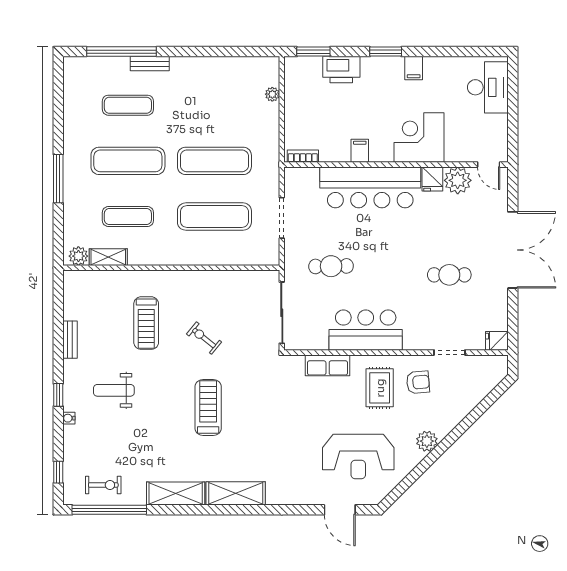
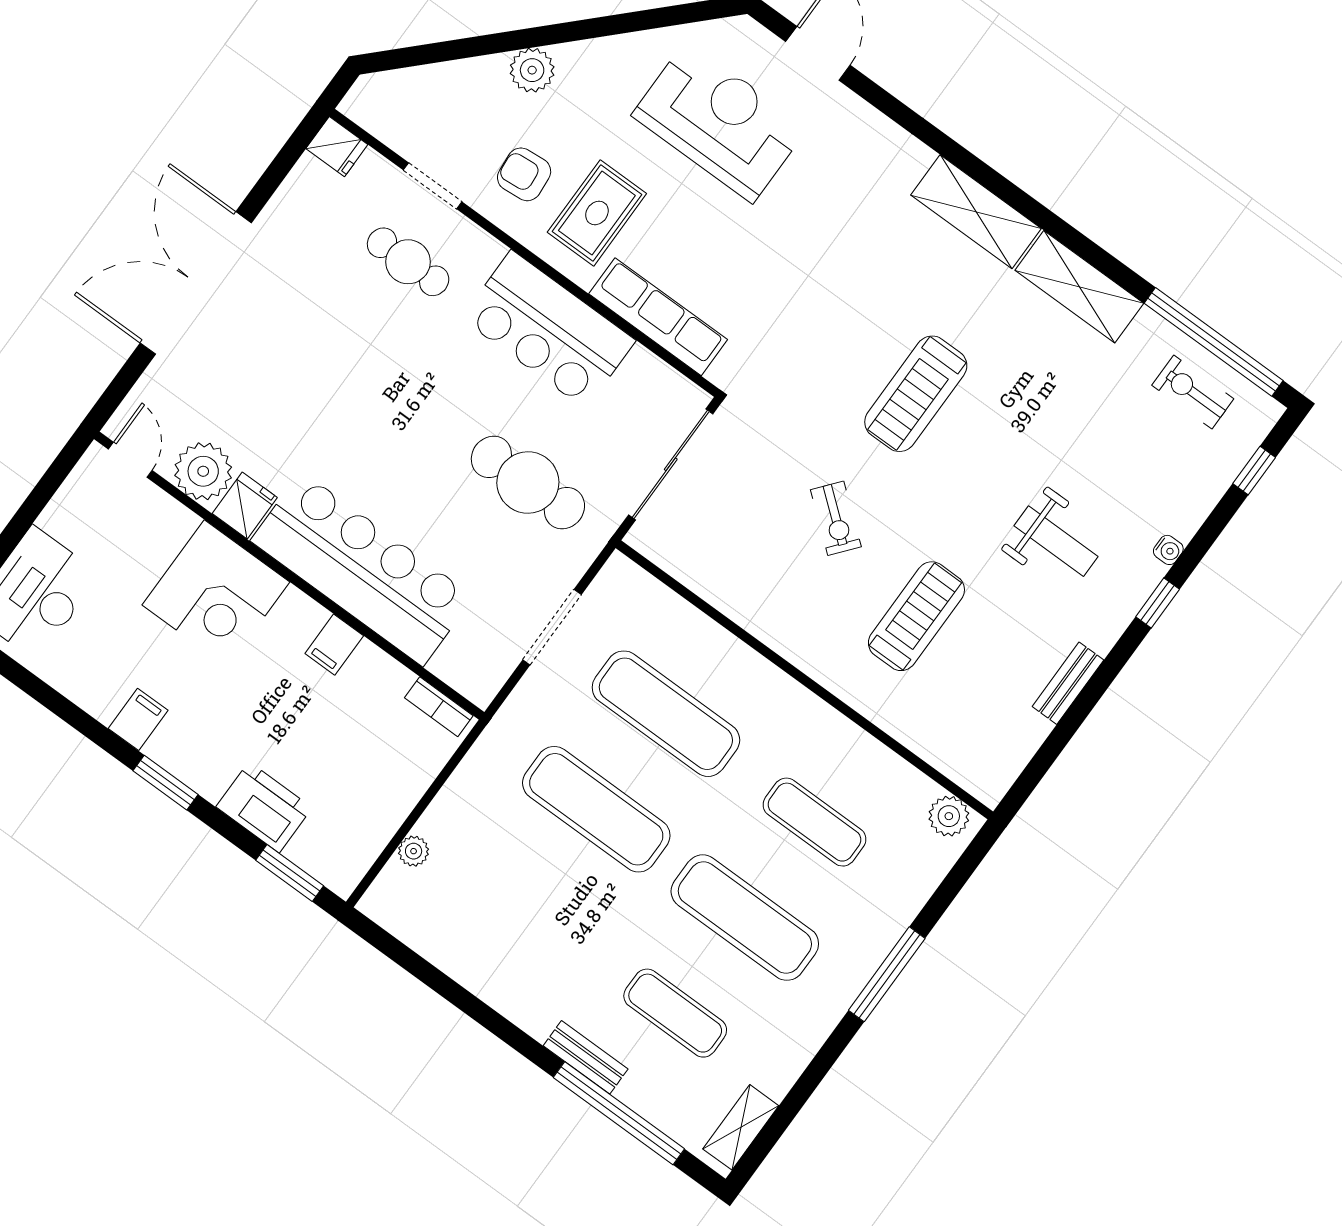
shelving: (108, 257) -> (741, 1127), moved, turned 90
cafe table: (331, 266) -> (528, 483), width x1.37, depth x1.35
cafe table: (449, 275) -> (408, 262), moved
row of seats: (328, 365) -> (658, 317), width x1.48
plant: (427, 441) -> (532, 70), moved

